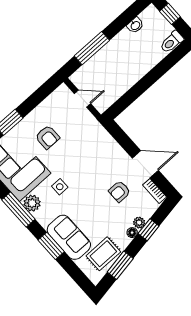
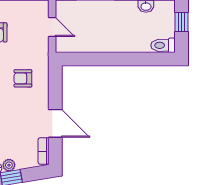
armchair: (119, 191) -> (23, 78), moved

